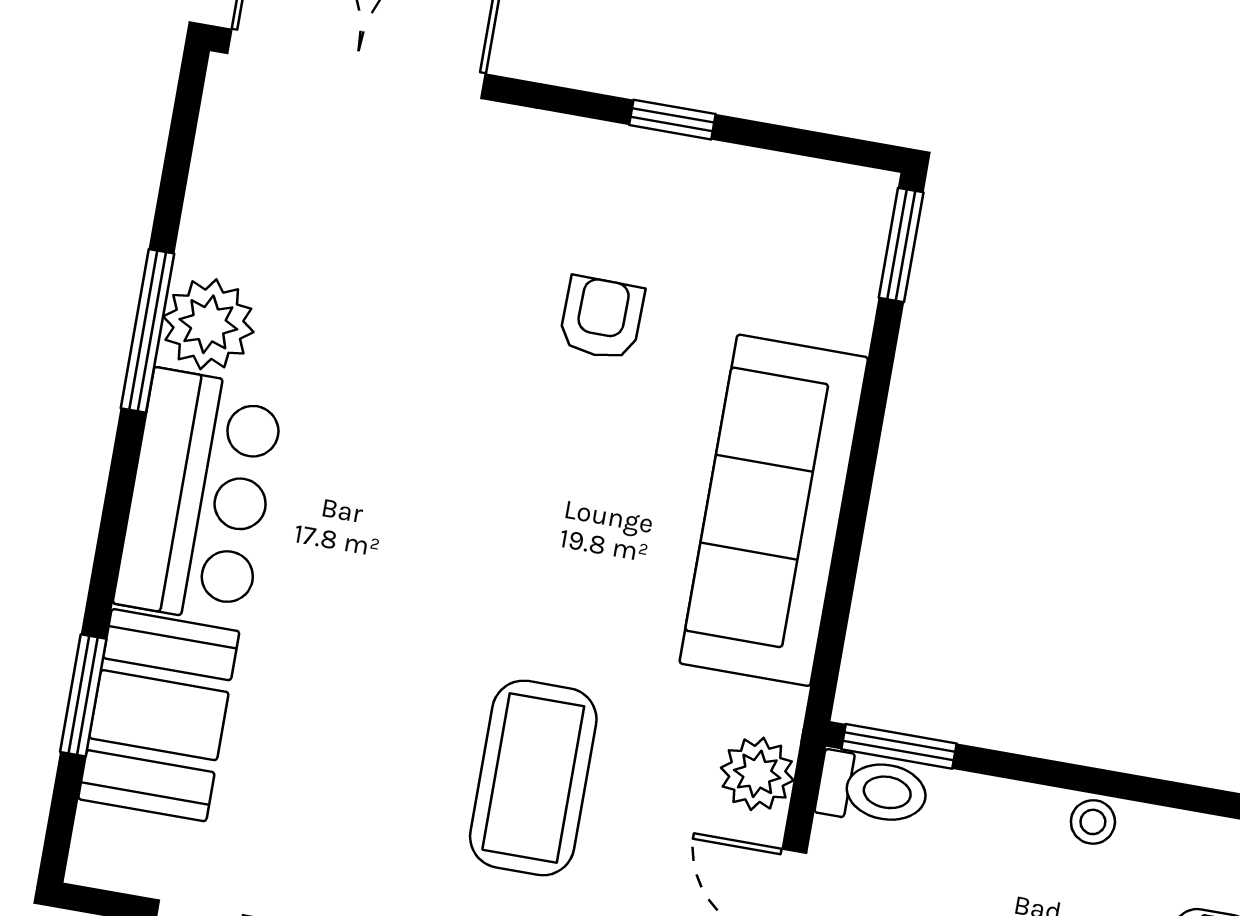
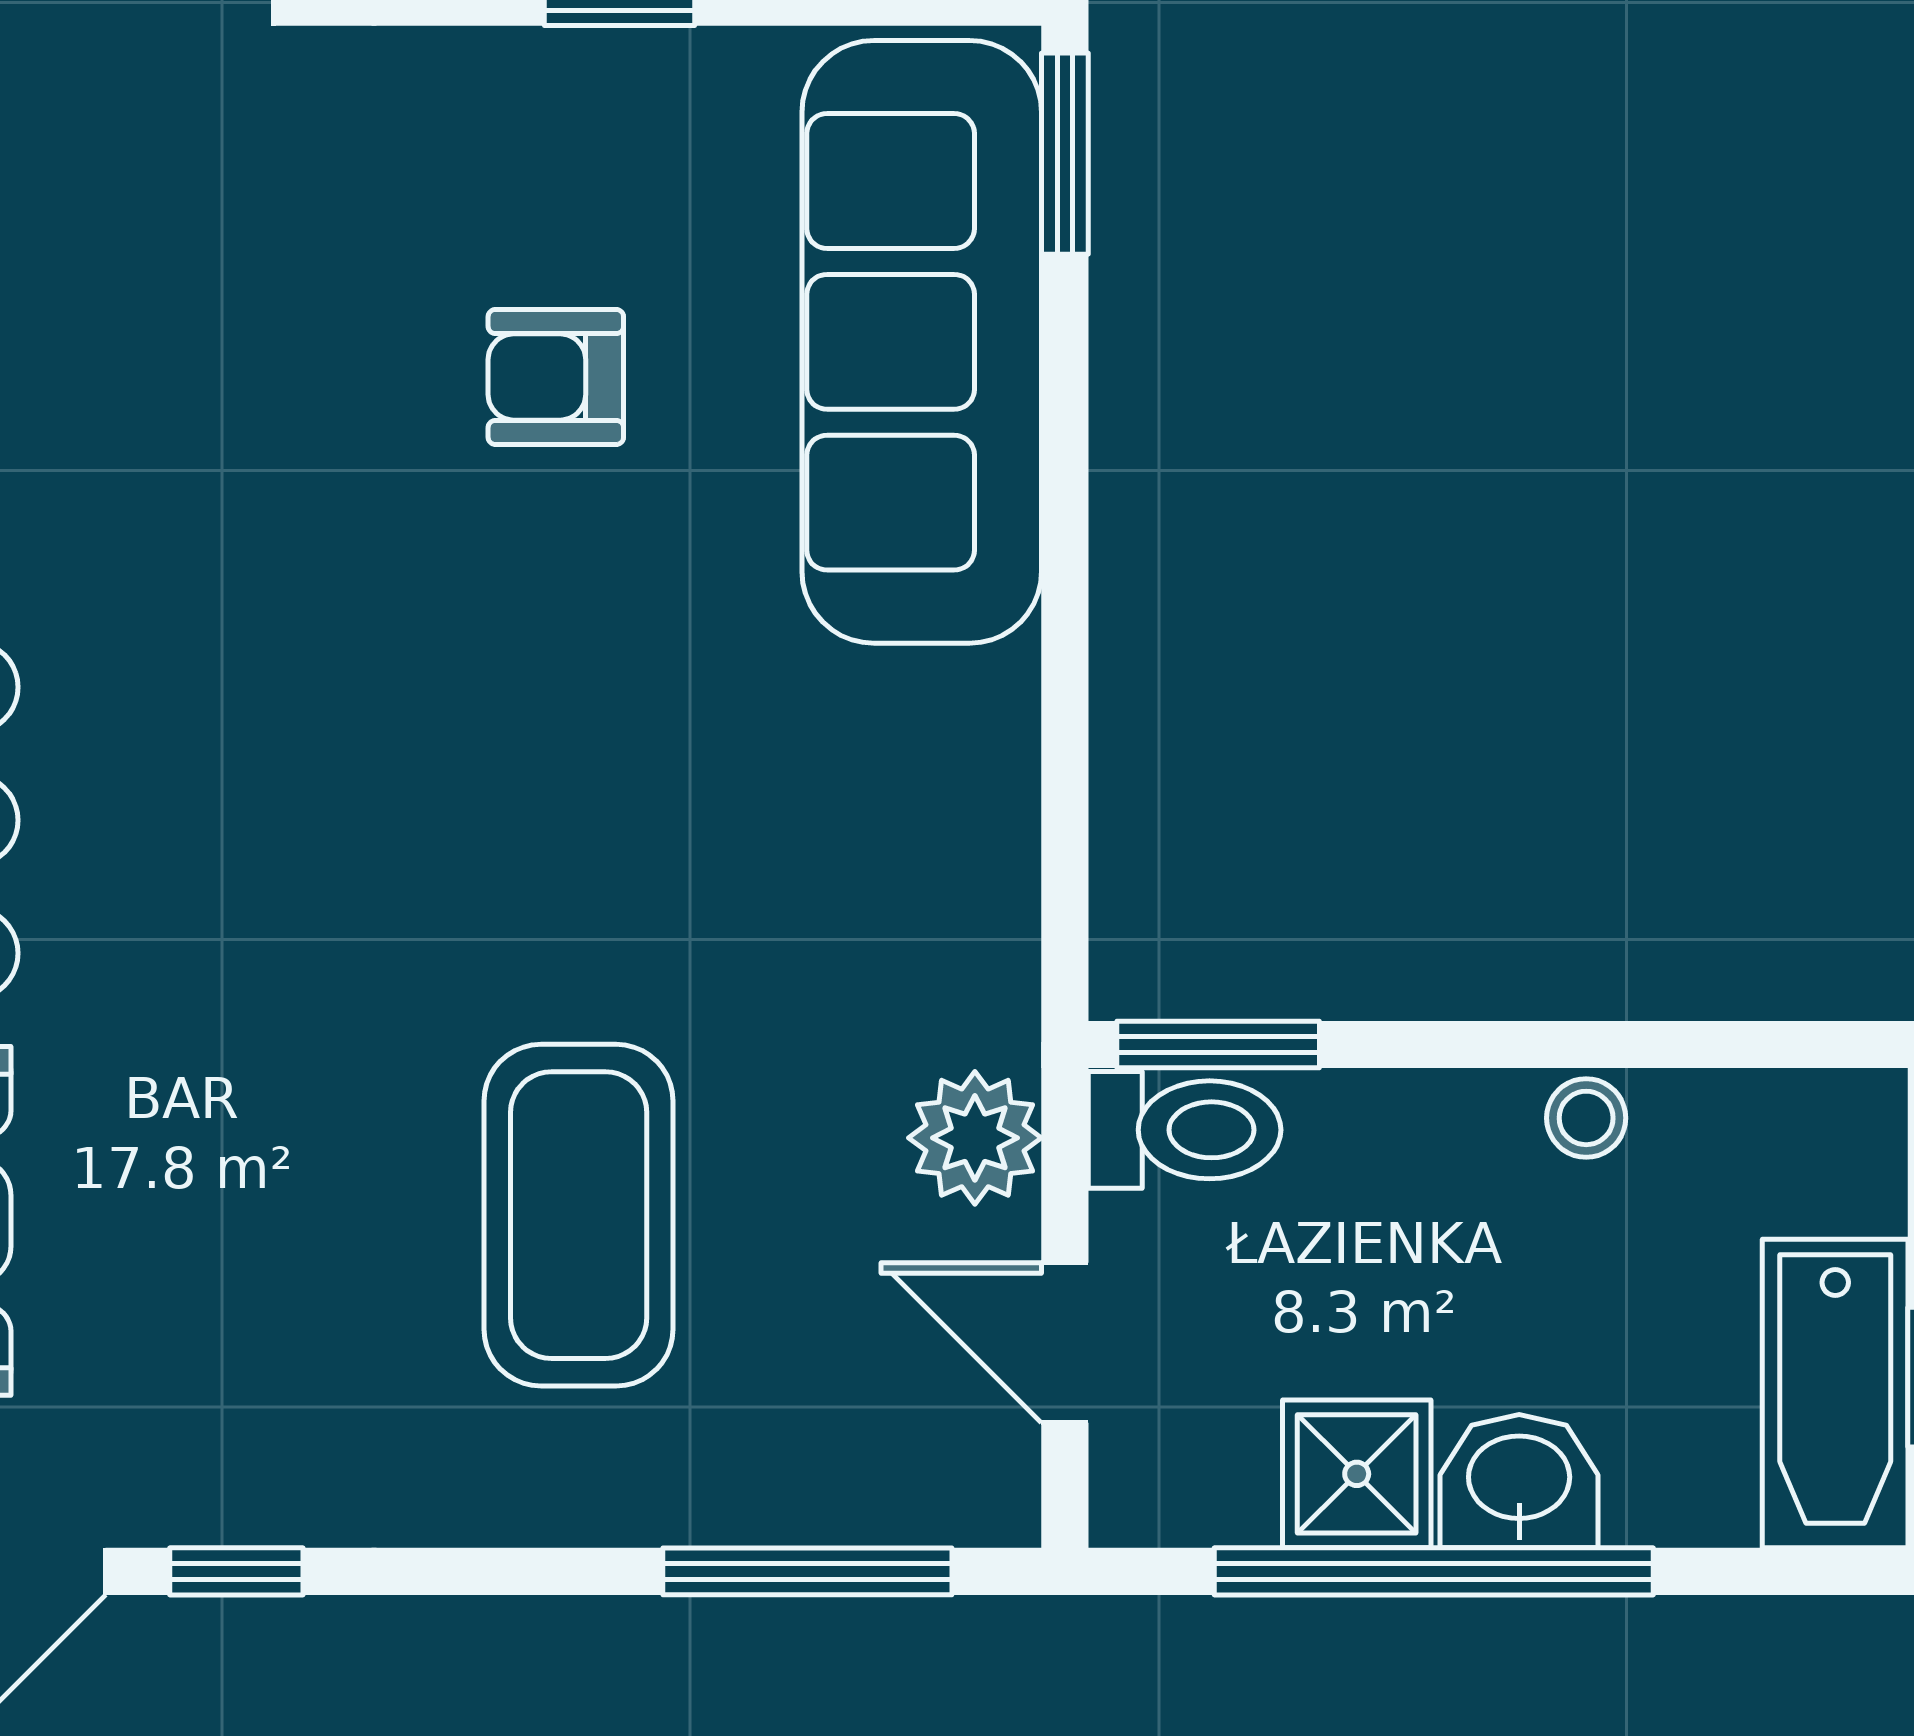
armchair: (602, 318) -> (556, 377), turned -91
sofa: (774, 510) -> (922, 342), moved

